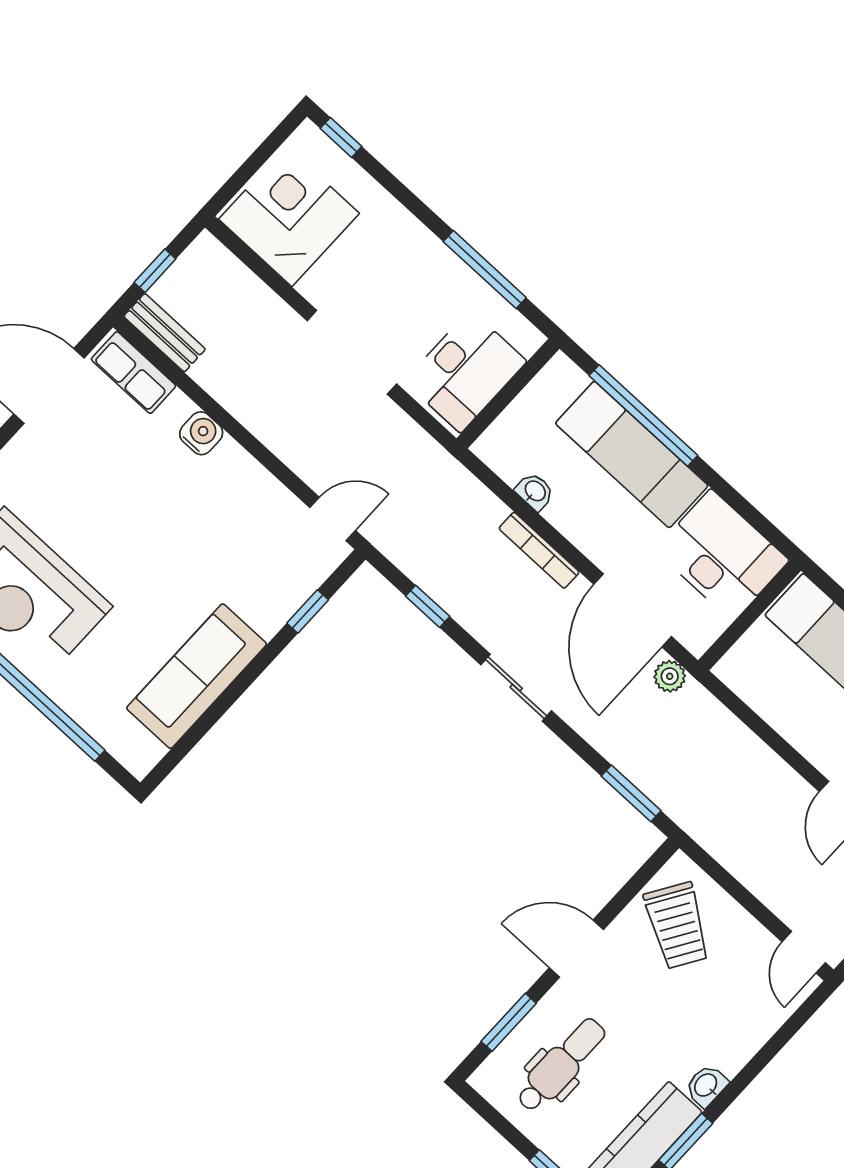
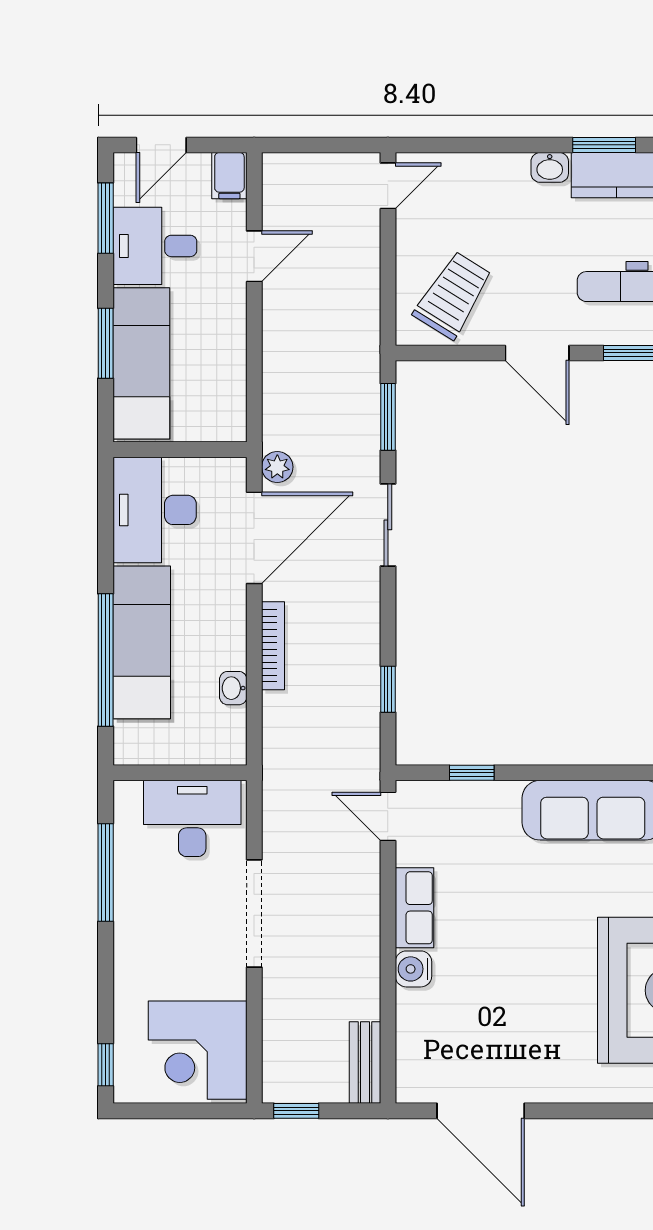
window: (155, 271) -> (296, 1111), moved
row of seats: (134, 373) -> (415, 908), moved
sliding door: (516, 688) -> (388, 525), moved

